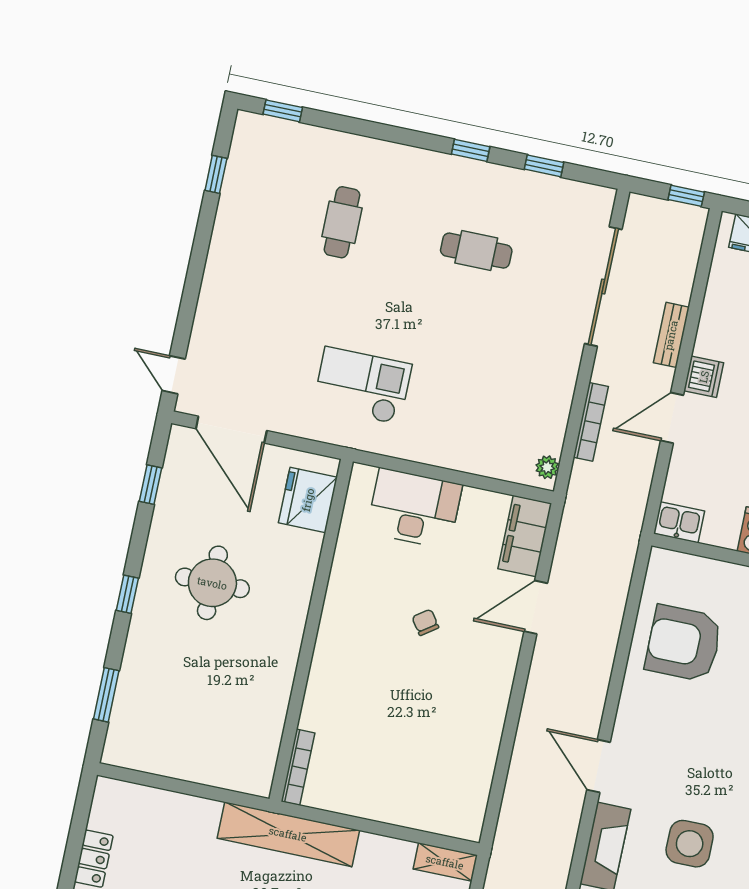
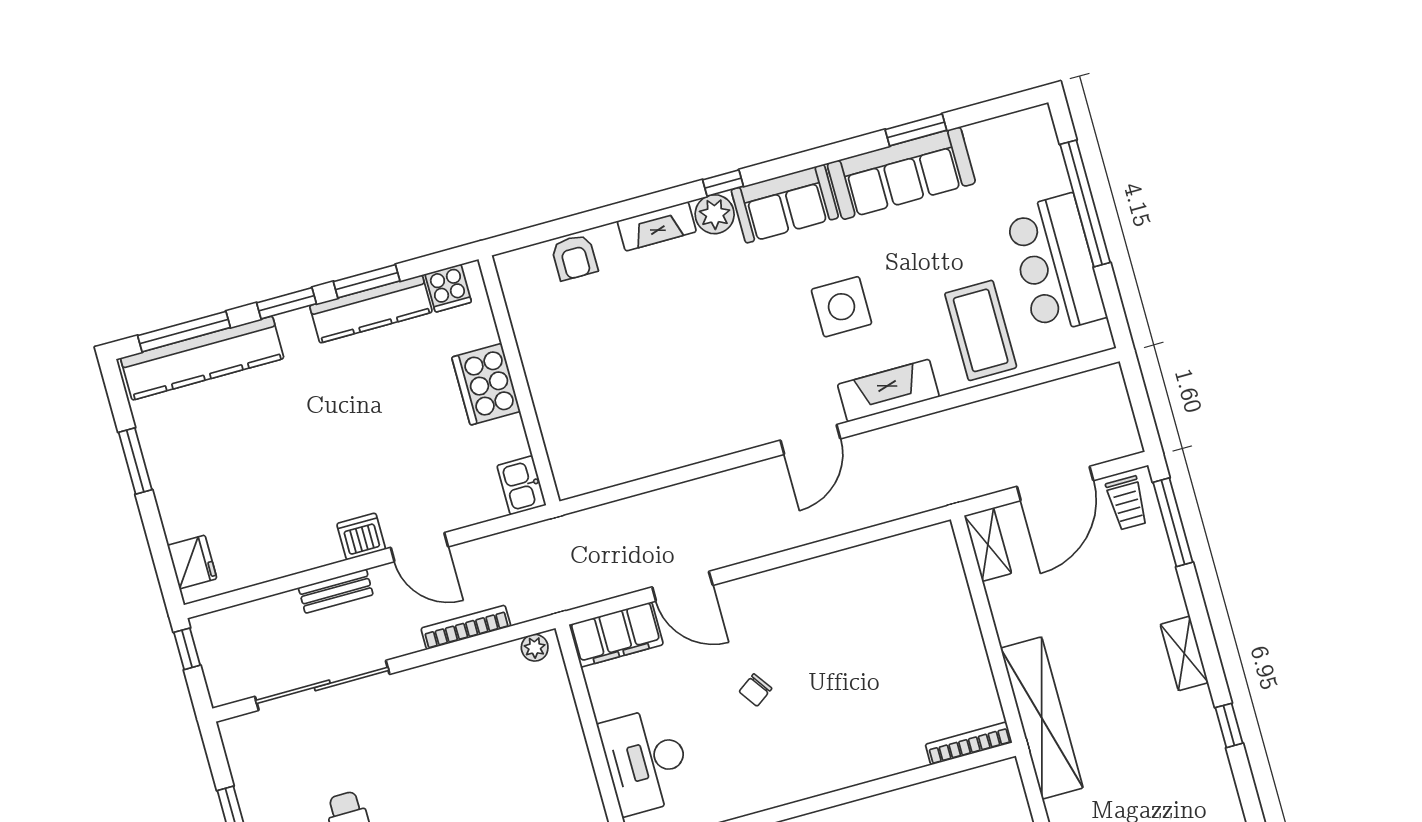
armchair: (684, 643) -> (642, 417), removed

